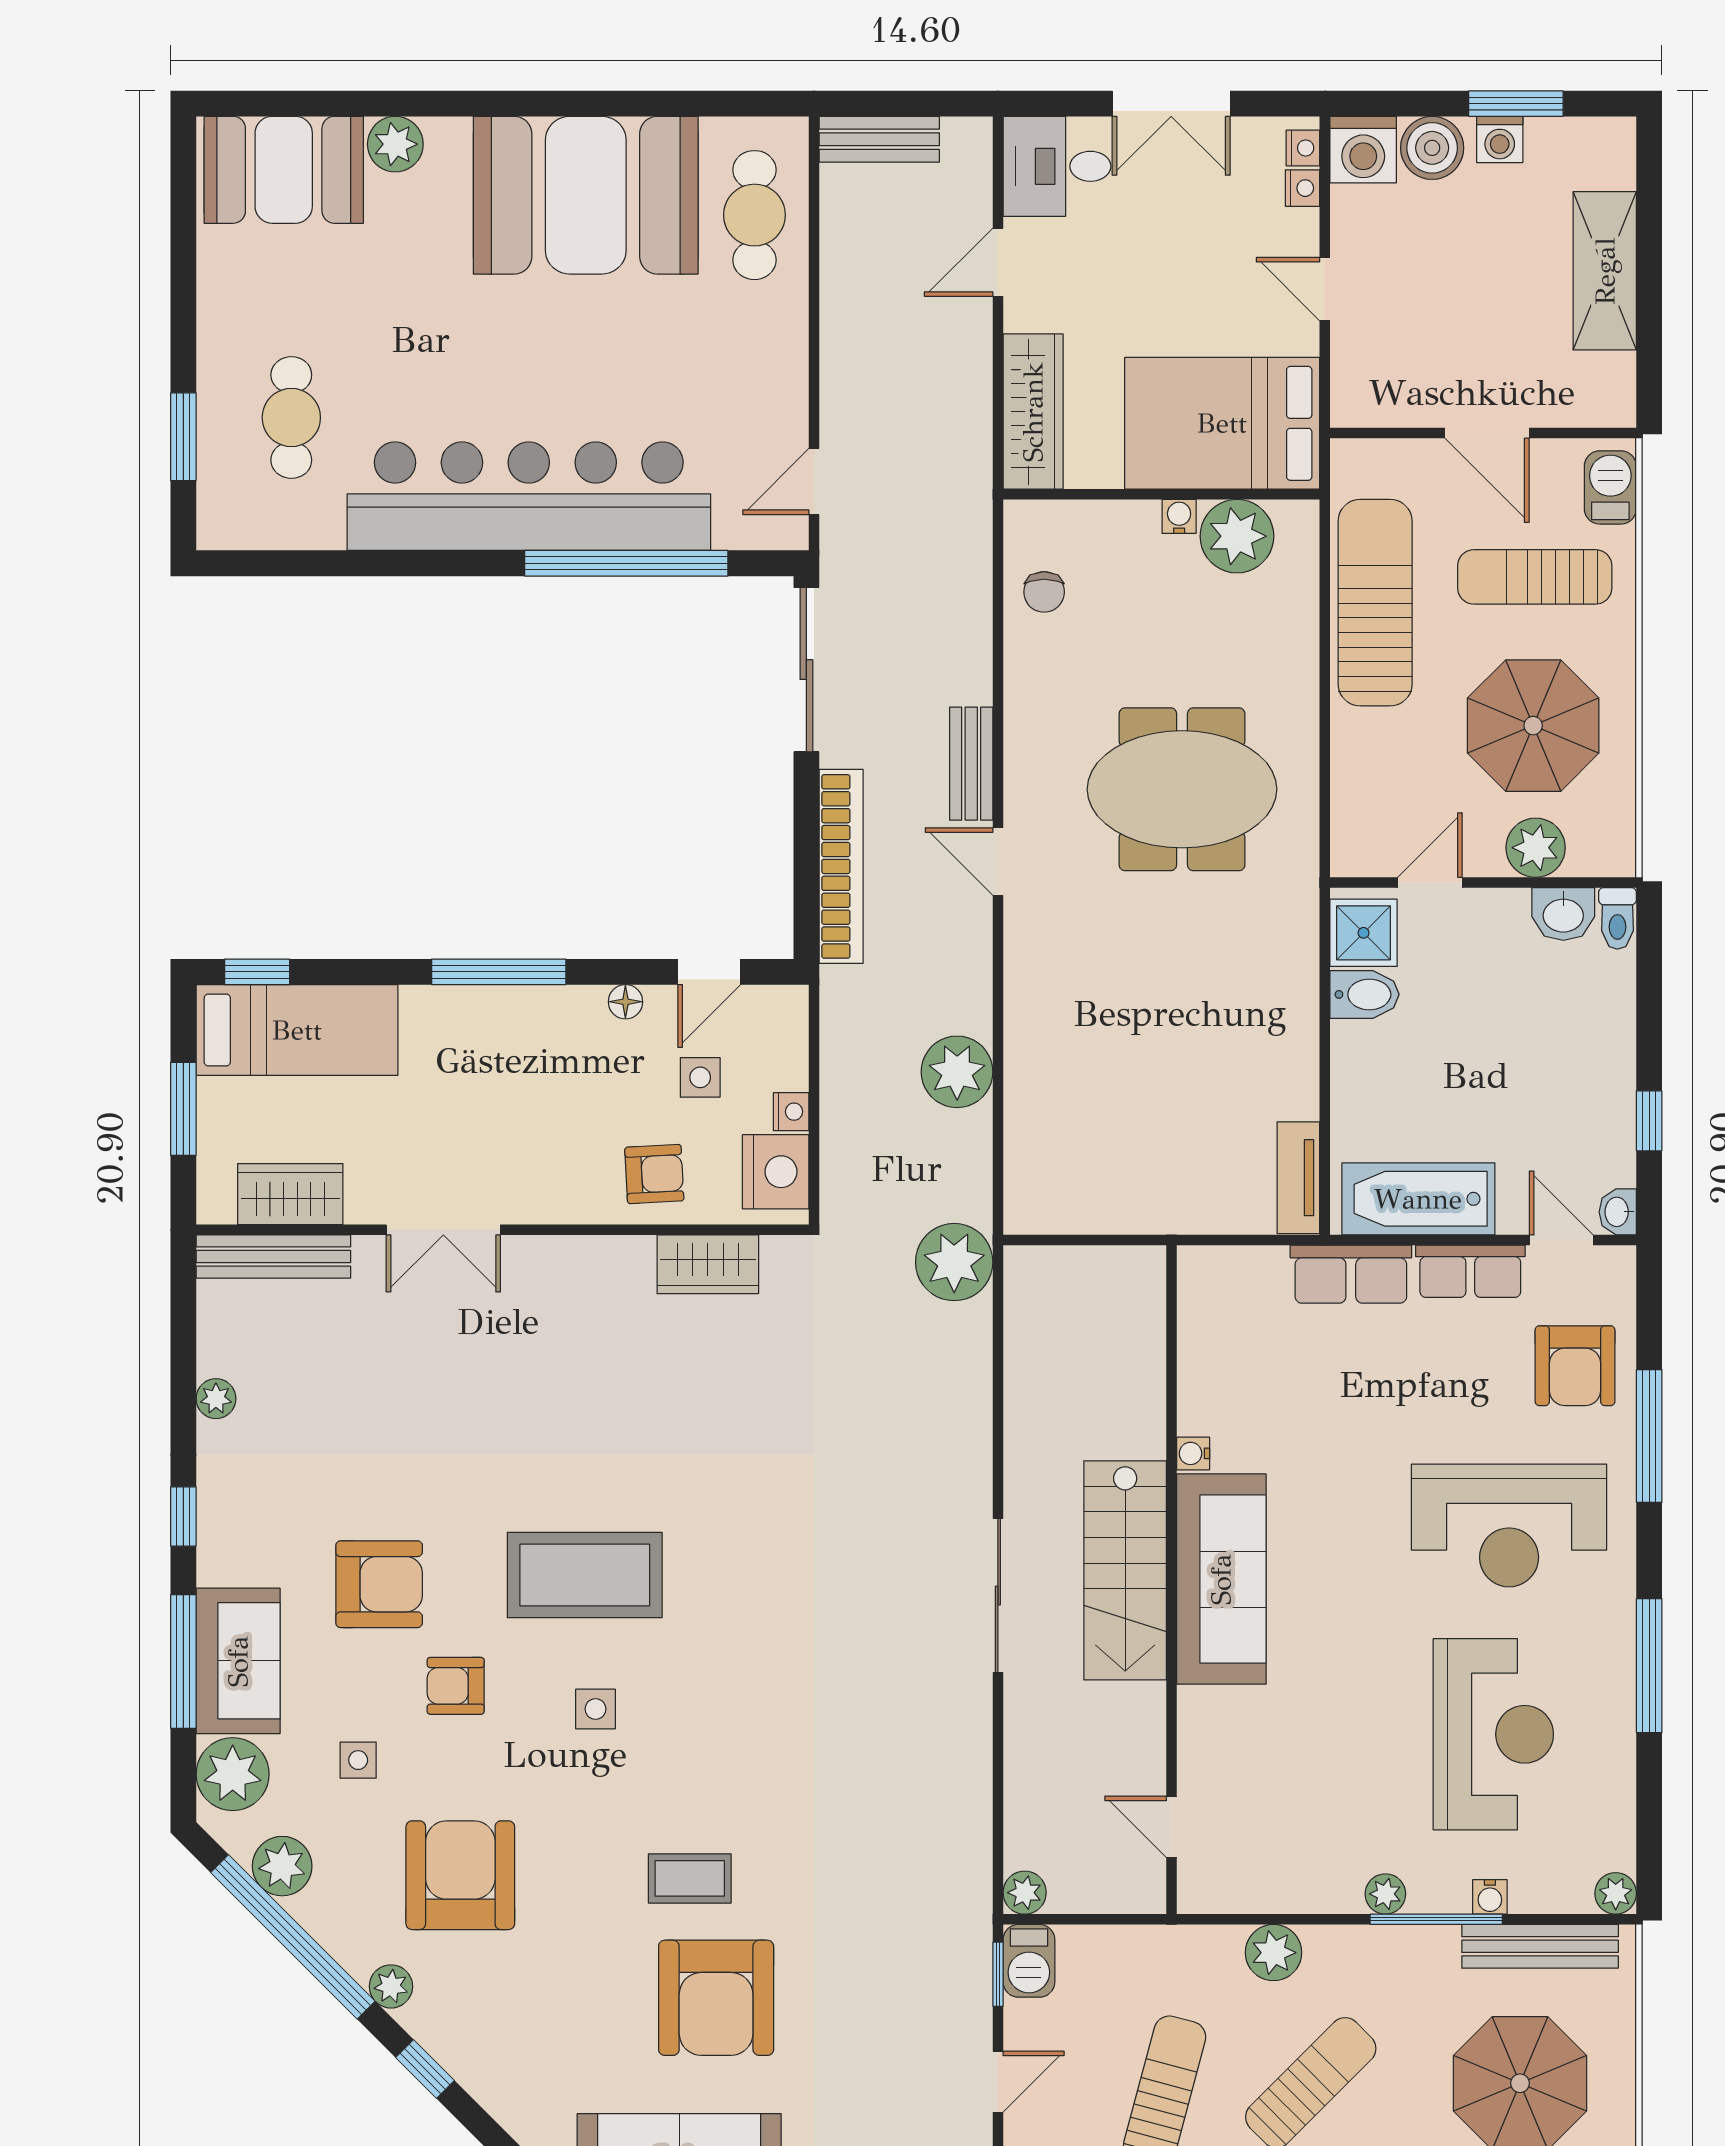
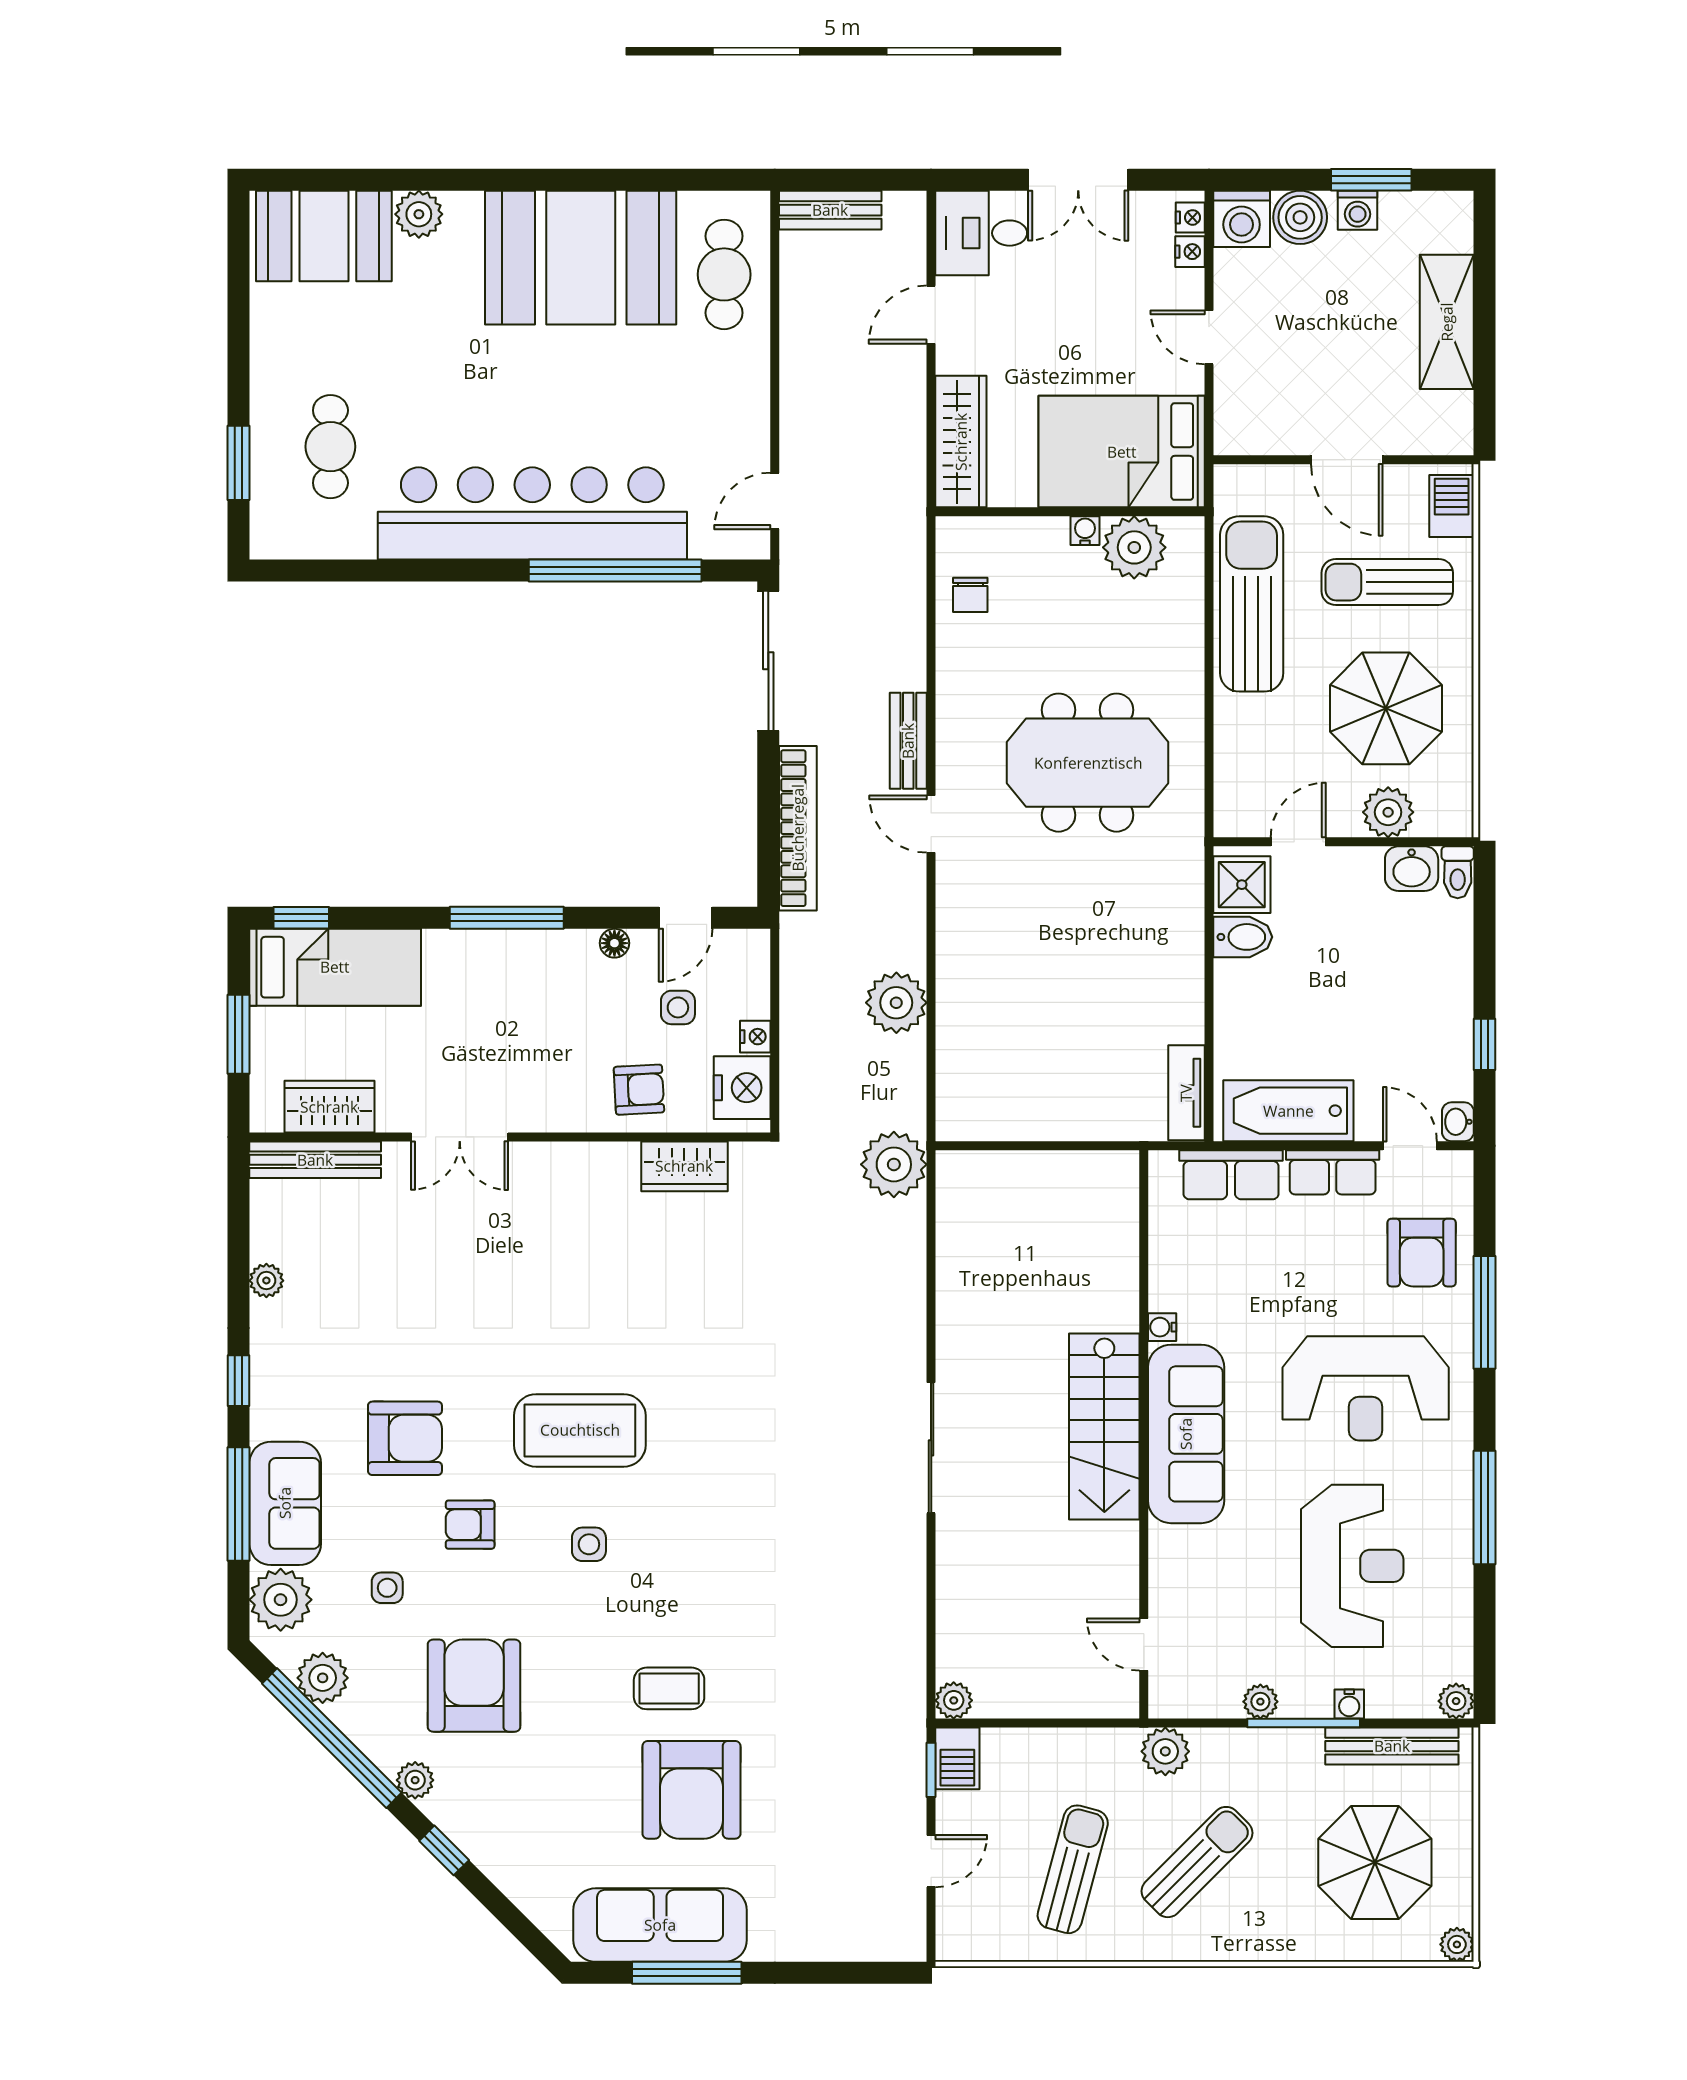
water cooler: (1193, 1453) -> (1162, 1327), moved
stairs: (1125, 1570) -> (1104, 1427), moved
sofa: (1221, 1579) -> (1186, 1434), moved
wall: (1172, 1580) -> (1144, 1434), moved
door: (1172, 1827) -> (1144, 1645), moved

